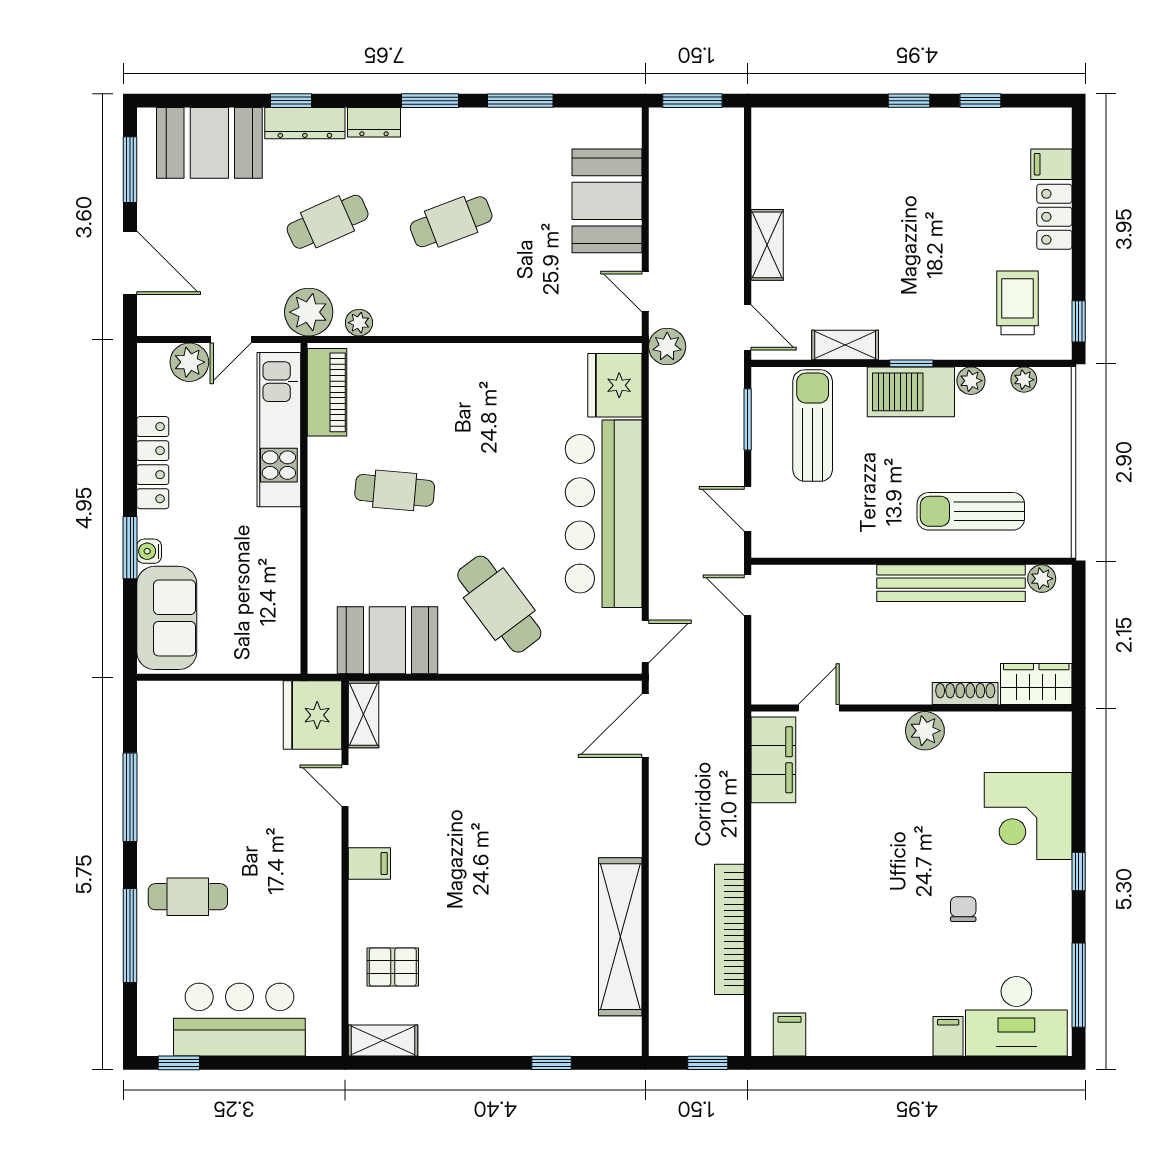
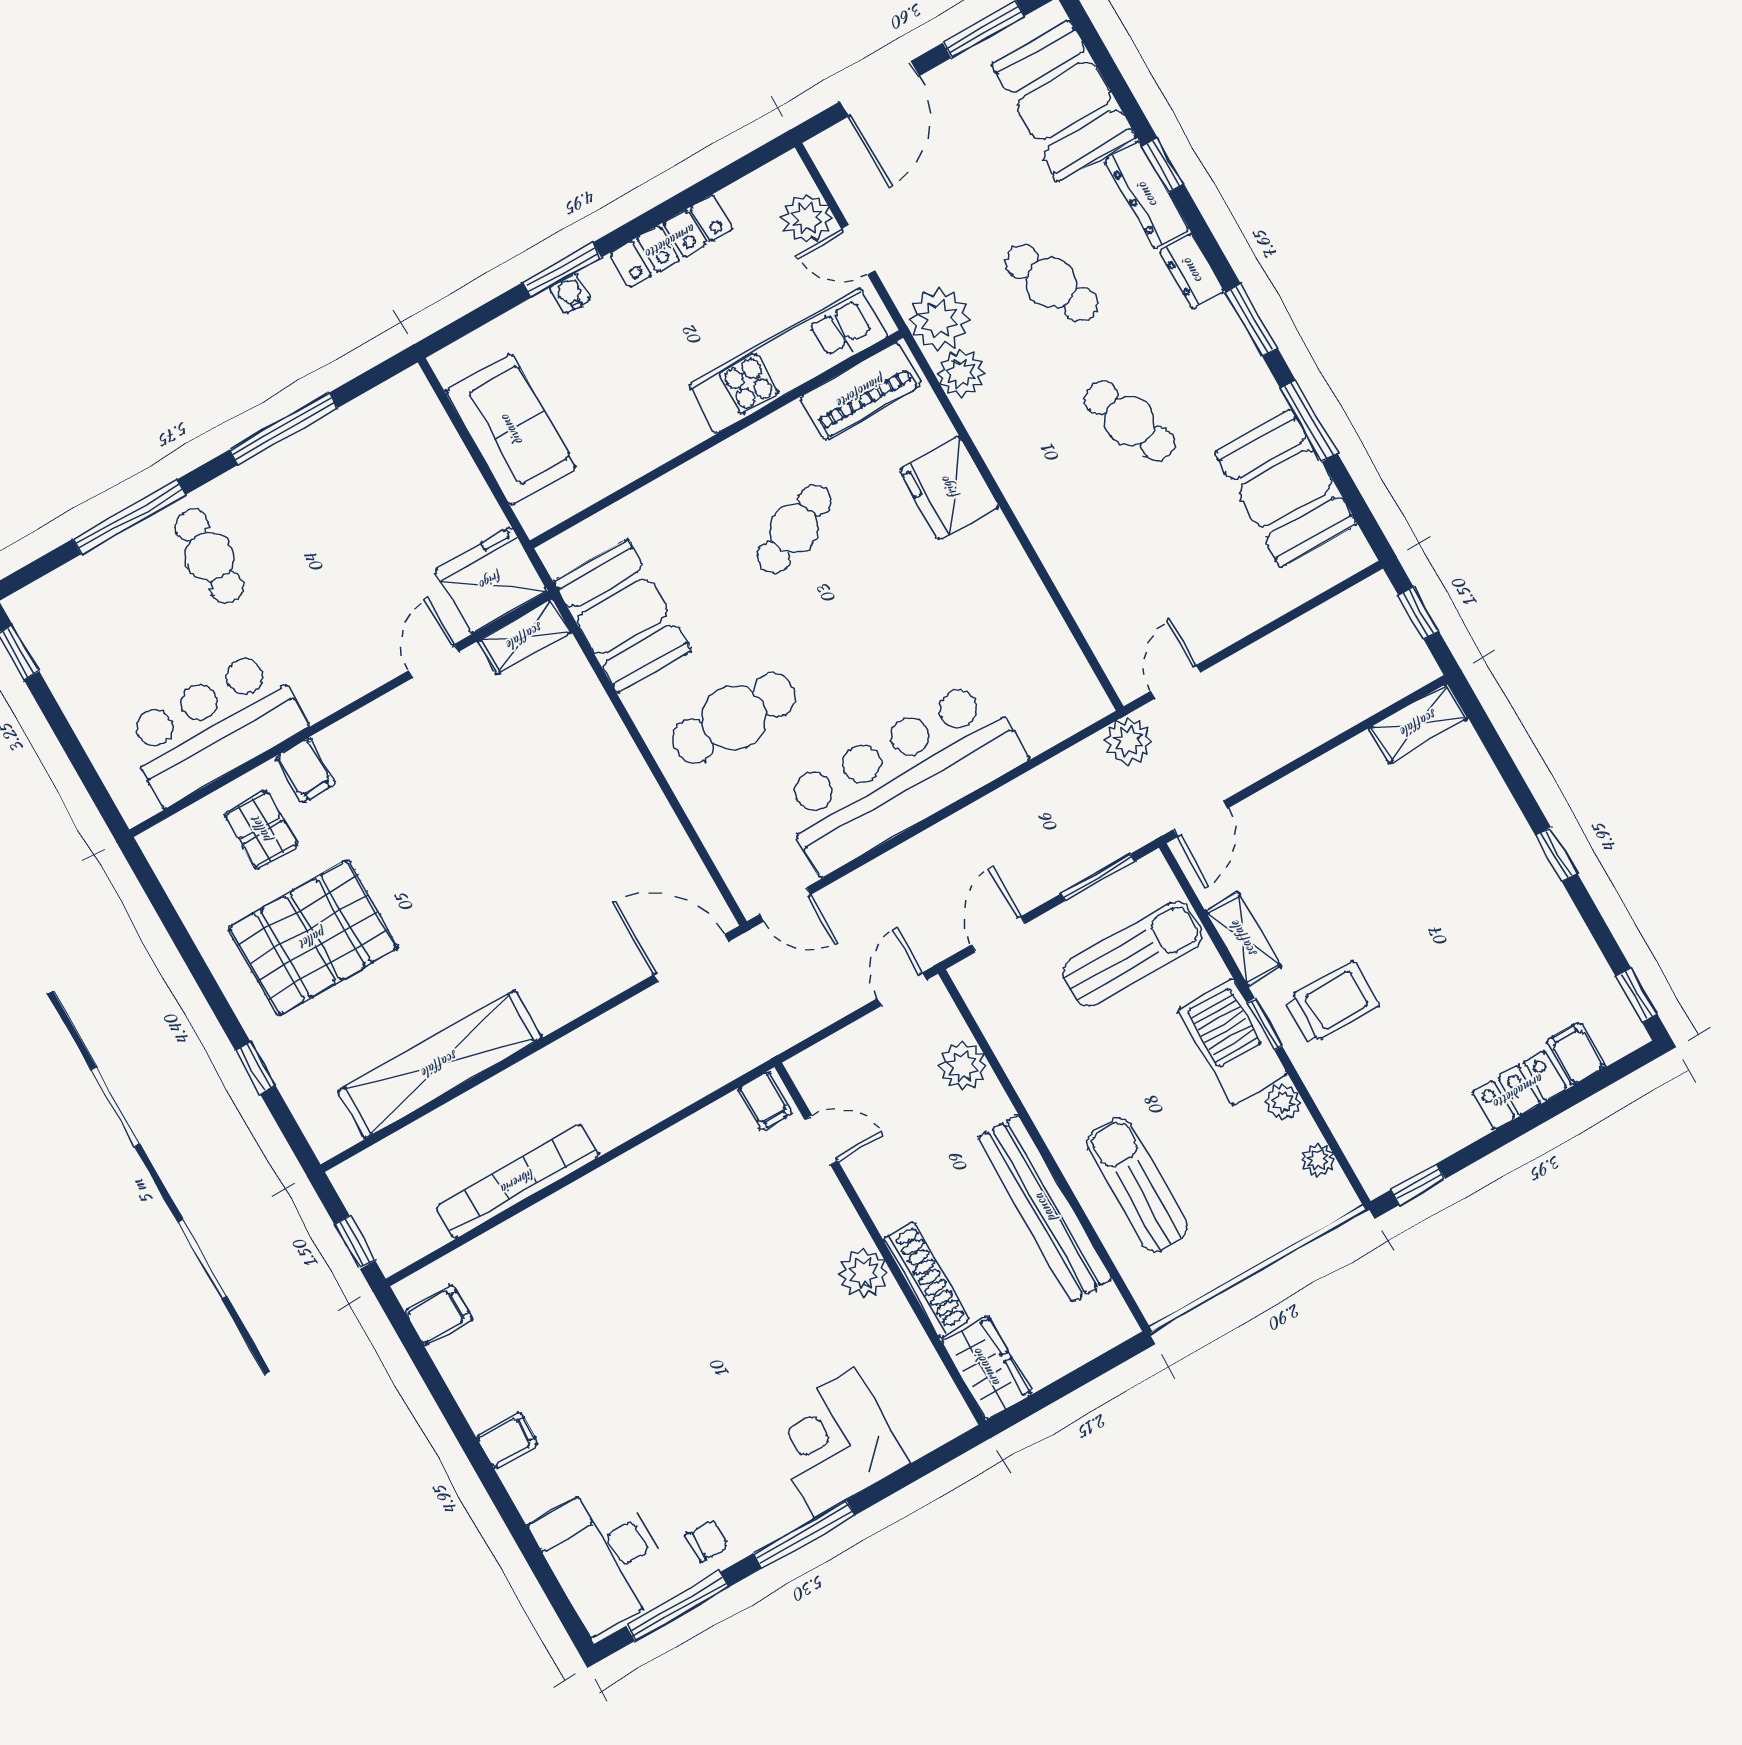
window: (692, 101) -> (1419, 613), width x0.67
window: (980, 101) -> (1636, 995), moved
booth: (607, 201) -> (1286, 488), moved, turned 90
shelving: (767, 245) -> (1419, 723), moved
trolley: (1018, 303) -> (1331, 1003), moved
plant: (359, 323) -> (961, 373), width x1.38, depth x1.38
fridge: (615, 385) -> (949, 488), moved, turned -90
cafe table: (395, 490) -> (794, 529), turned 61
plant: (1042, 579) -> (963, 1066), moved, width x1.38, depth x1.38
cafe table: (499, 604) -> (734, 718), turned 37
sofa: (167, 618) -> (511, 430), moved, turned -90
shoe rack: (965, 693) -> (926, 1280), width x1.36, depth x1.24
filing cabinet: (773, 760) -> (765, 1101), width x0.33, depth x0.86
filing cabinet: (369, 864) -> (306, 770), moved
window: (1079, 872) -> (804, 1534), width x2.17
chair: (963, 909) -> (707, 1541), moved
pallet: (486, 974) -> (313, 938), added
bar counter: (239, 1020) -> (214, 727), moved, turned -90
filing cabinet: (948, 1036) -> (507, 1440), moved
shelving: (383, 1041) -> (173, 866), removed

